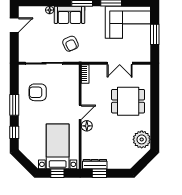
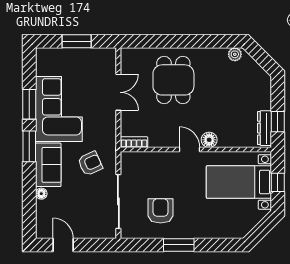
corner sofa: (128, 22) -> (59, 109), moved
armchair: (38, 92) -> (161, 211), turned 180
window: (14, 132) -> (219, 245), removed
plant: (142, 139) -> (235, 54), width x0.53, depth x0.53

